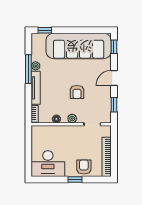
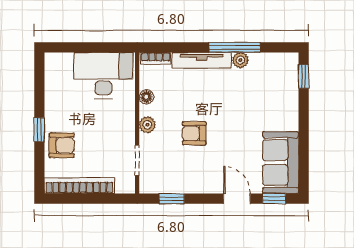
sofa: (79, 46) -> (281, 162), width x0.54, depth x0.79
door: (114, 78) -> (237, 199), moved
desk: (48, 164) -> (103, 75), moved, turned 90

